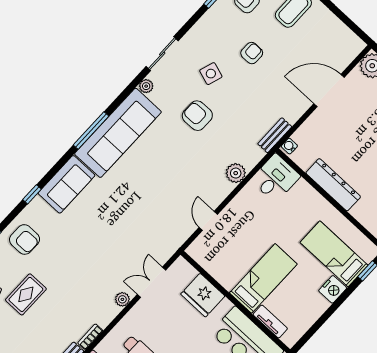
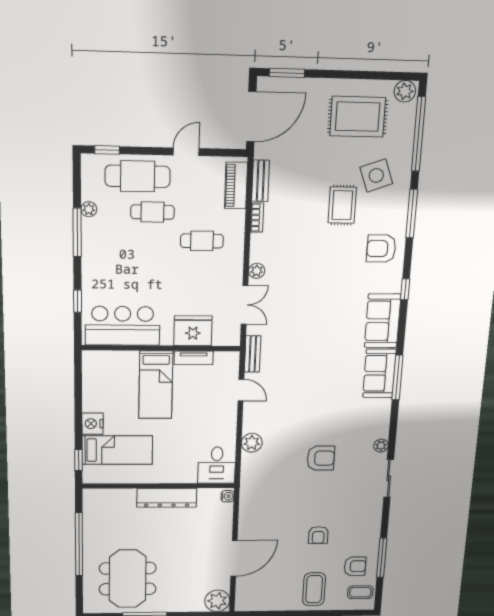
side table: (211, 74) -> (337, 496), removed
sofa: (118, 133) -> (379, 373), width x0.54, depth x0.79
bench: (275, 135) -> (253, 354), moved
tv unit: (270, 322) -> (194, 358), moved

